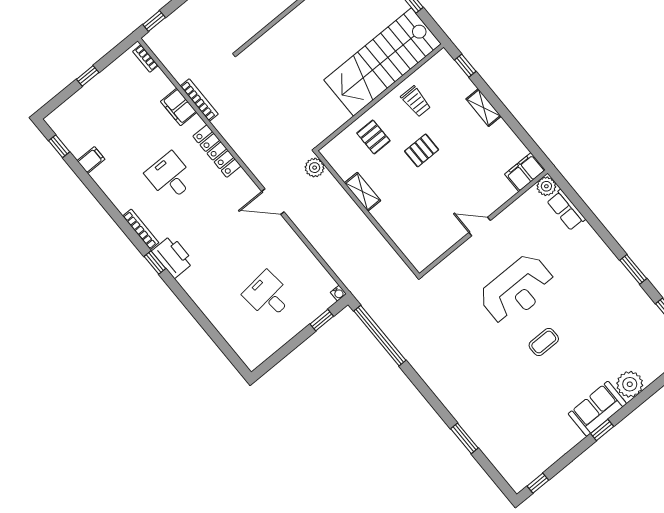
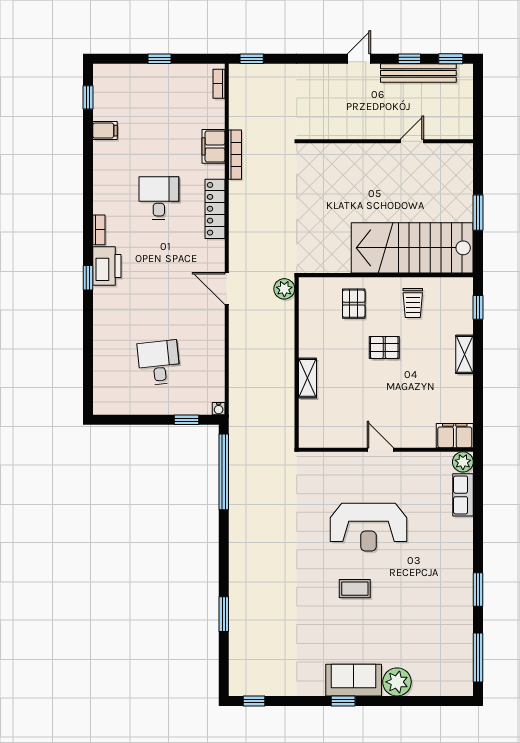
shelving: (363, 192) -> (307, 378), moved
bookcase: (141, 229) -> (99, 230), width x0.64
window: (155, 262) -> (88, 278), moved

